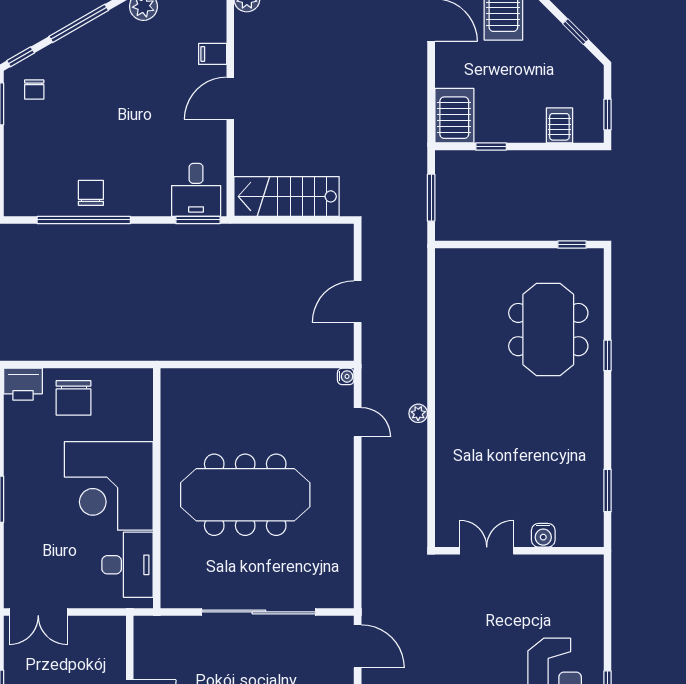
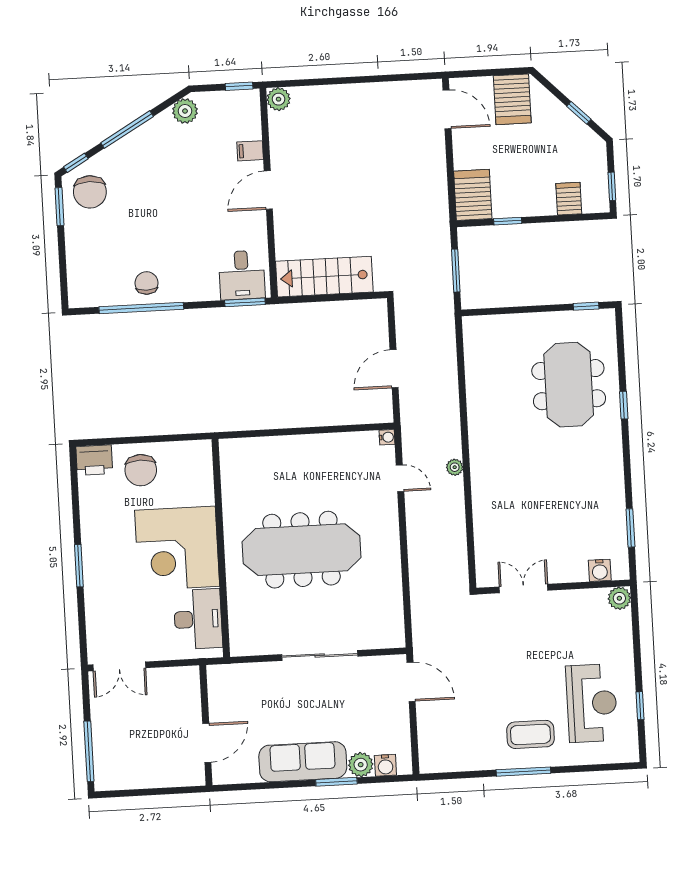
chair: (34, 90) -> (90, 192), width x1.87, depth x1.87
water cooler: (543, 535) -> (600, 570), moved
plant: (591, 567) -> (619, 598), added
sliding door: (259, 612) -> (320, 655), width x0.73

